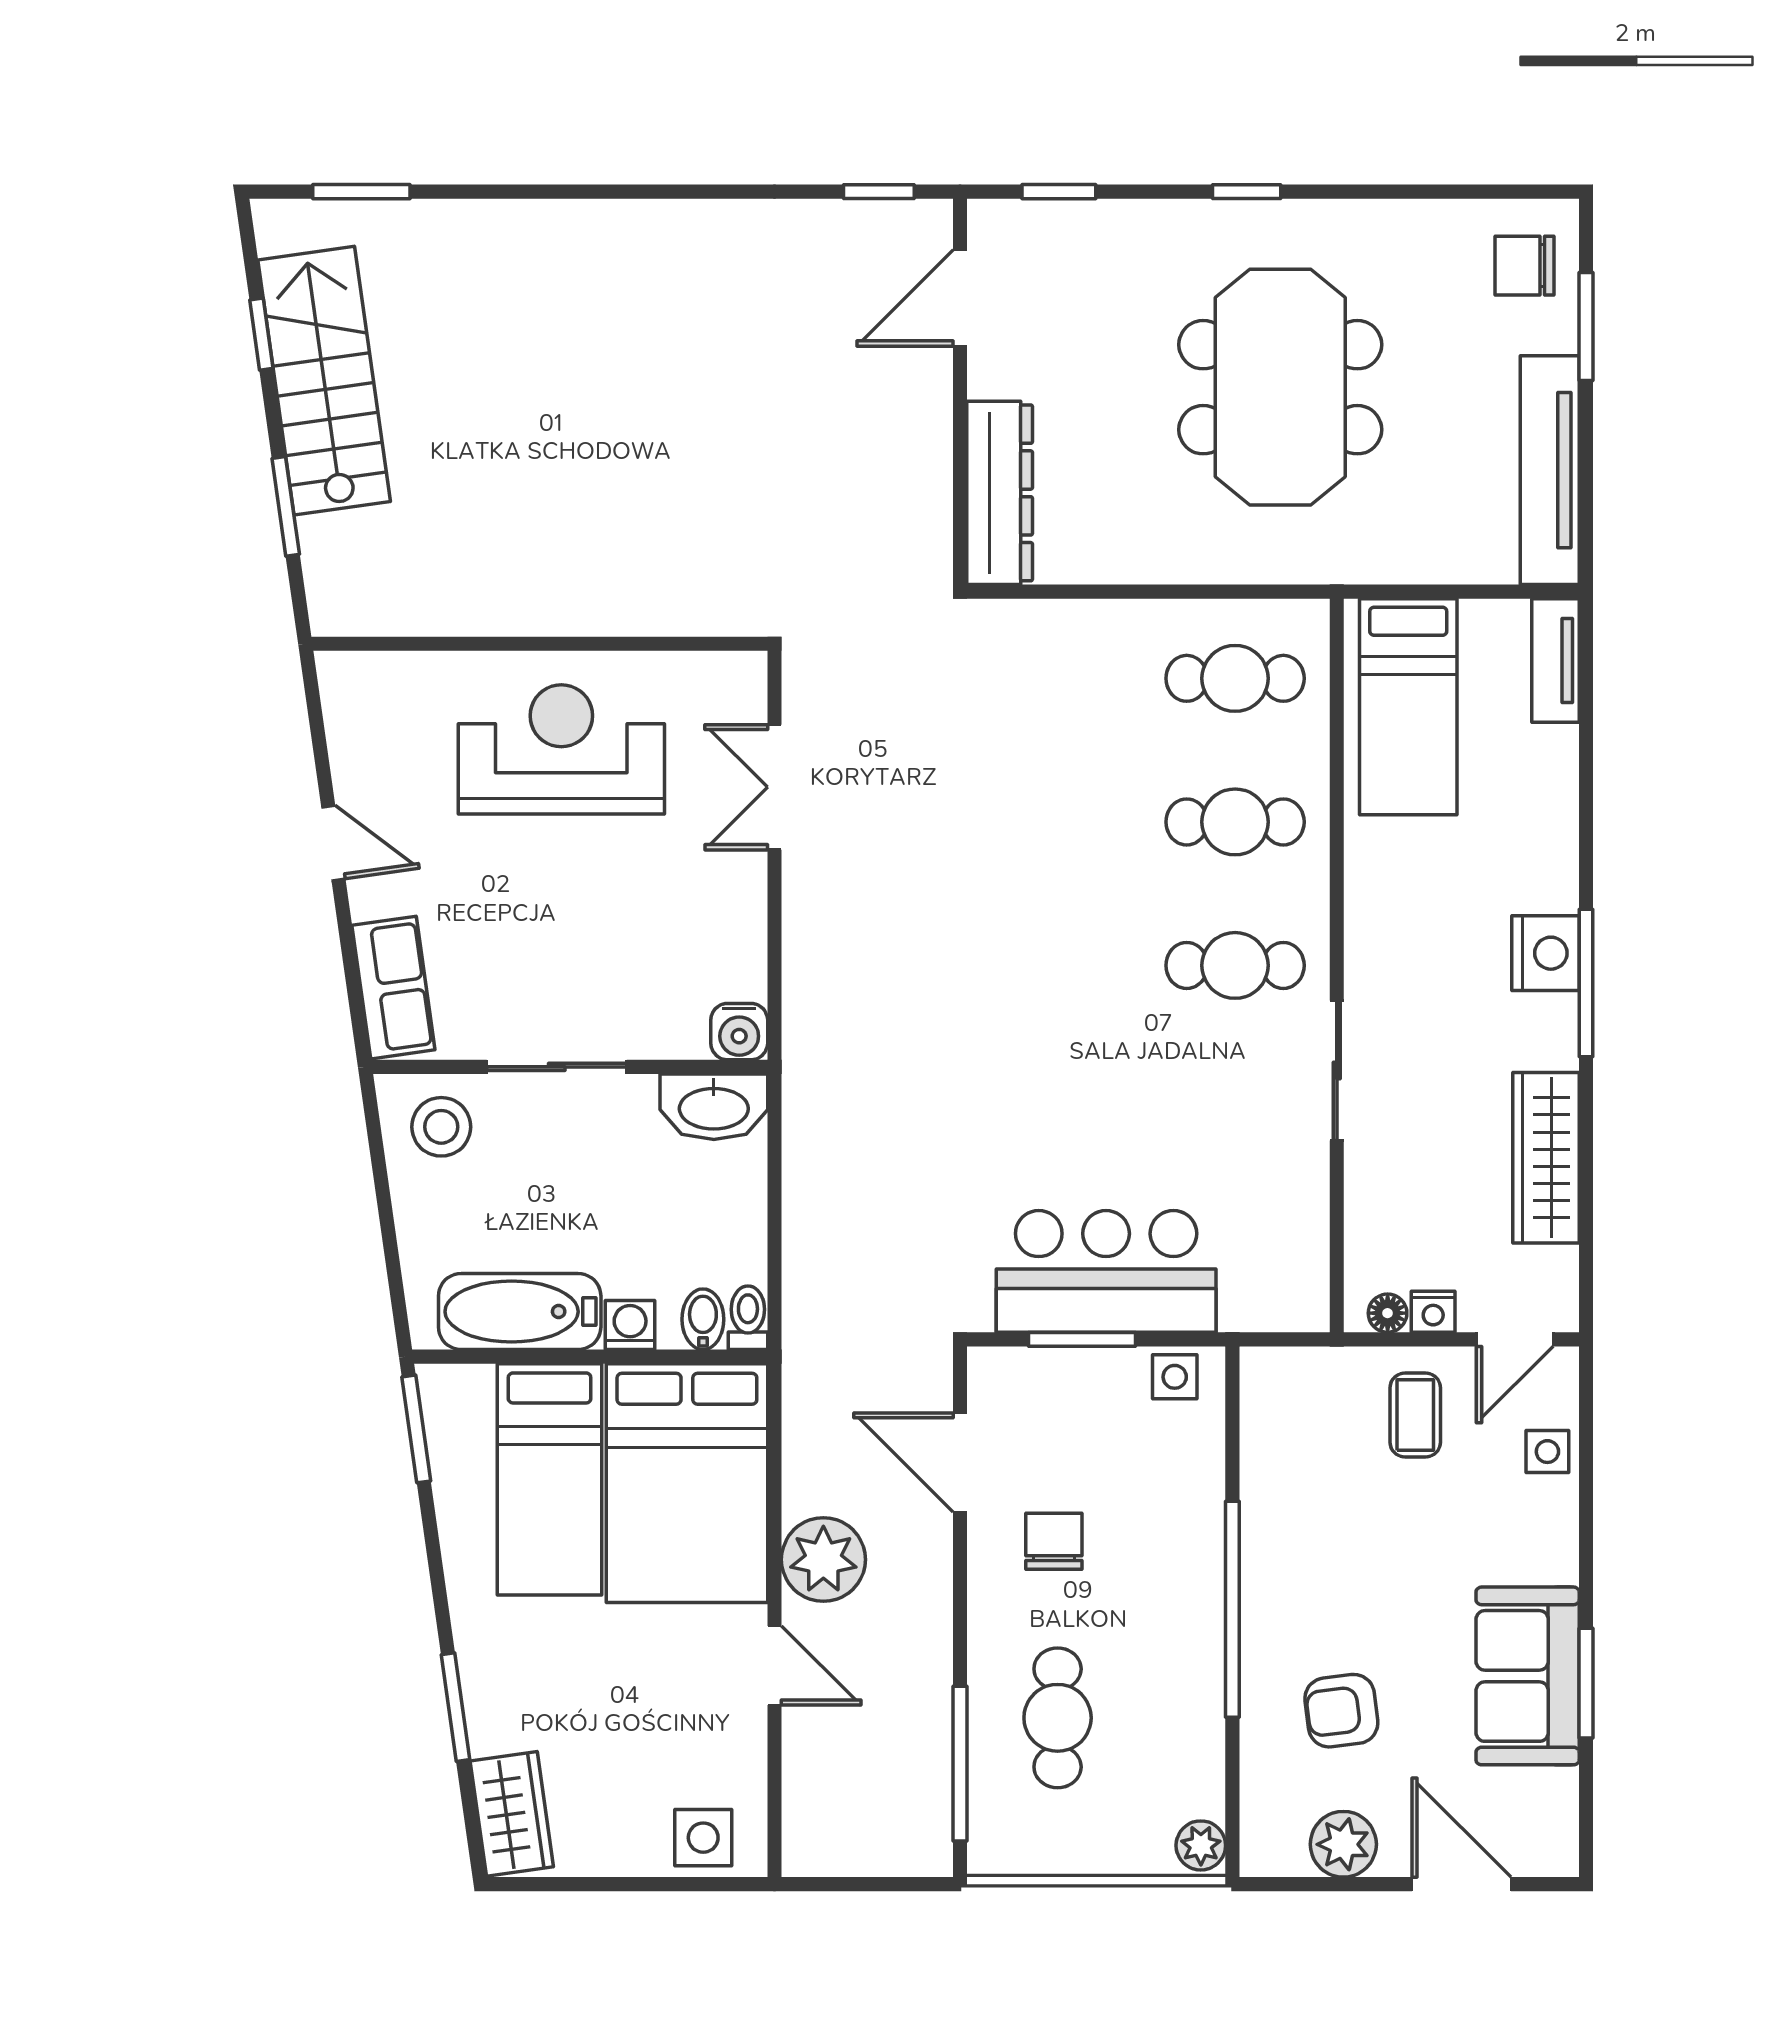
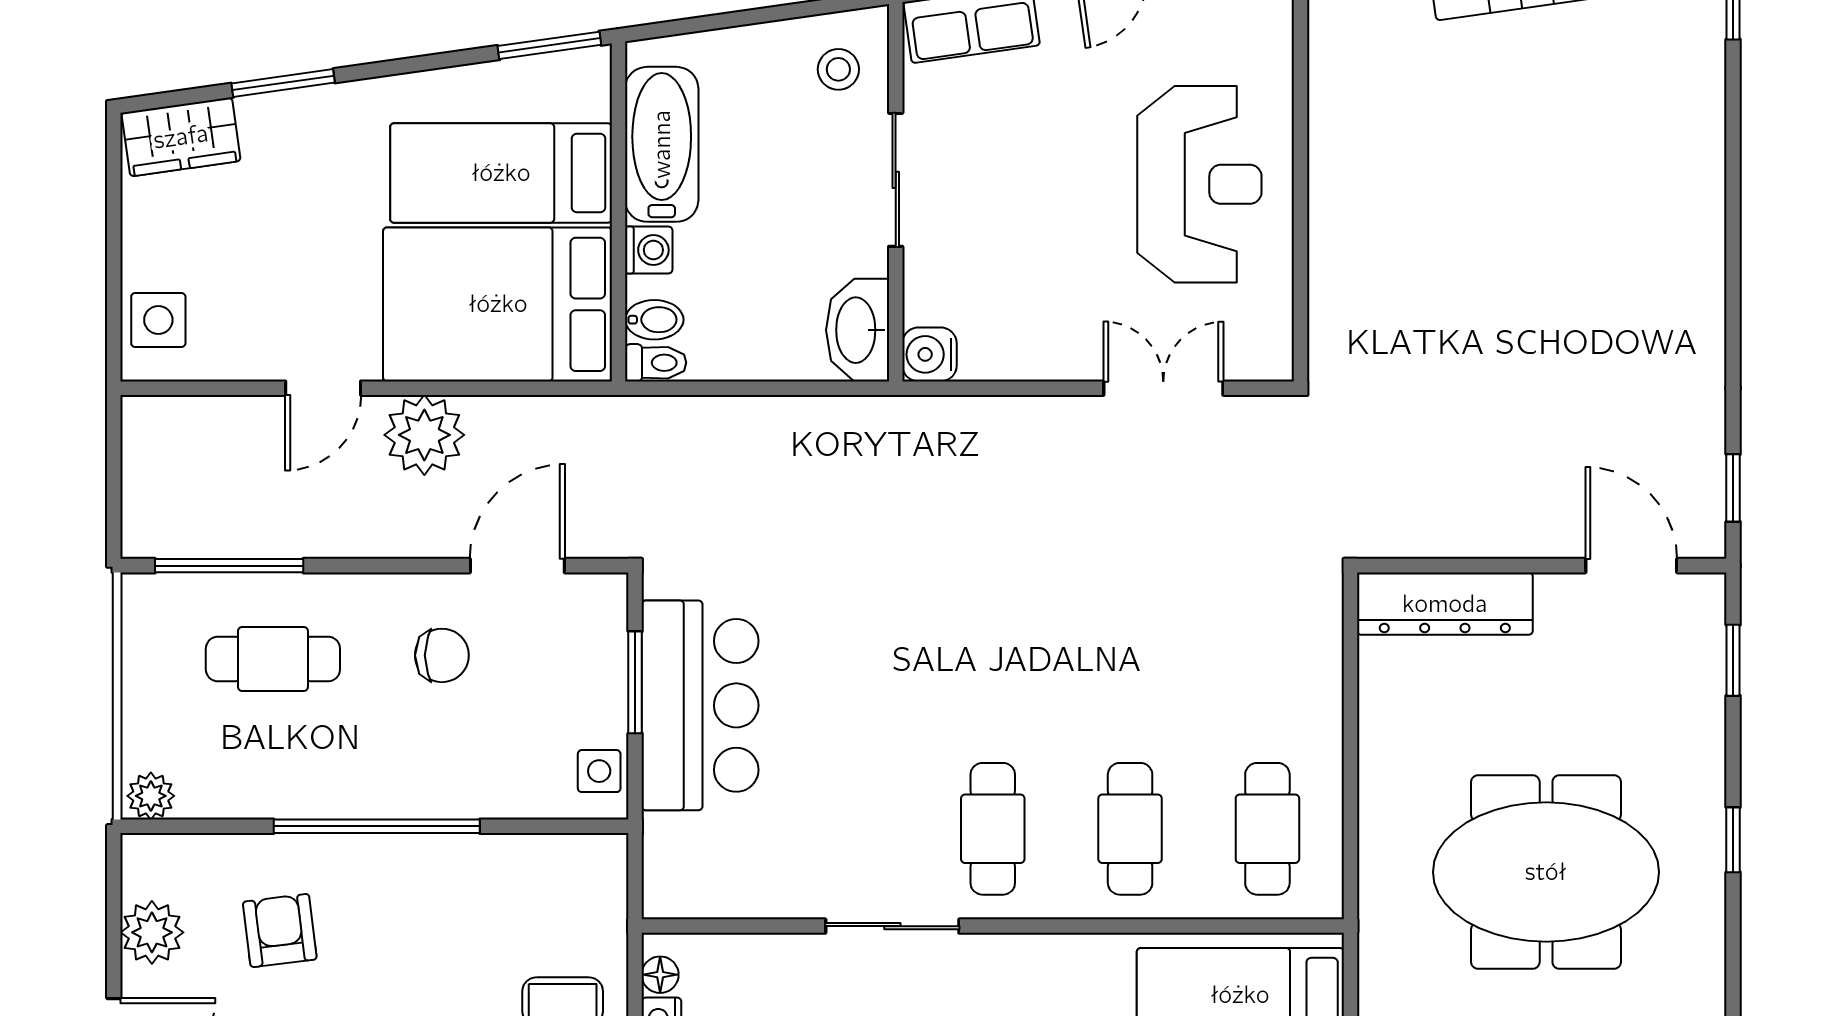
stool: (441, 1127) -> (838, 69), width x0.73, depth x0.73

